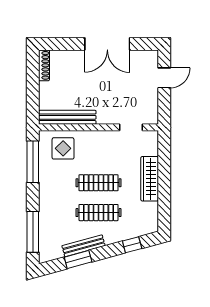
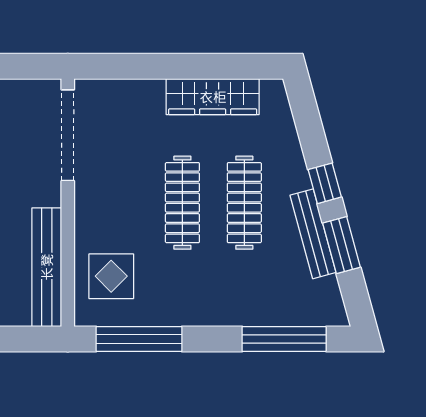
doorway: (131, 127) -> (68, 135), width x1.88
wardrobe: (150, 179) -> (213, 97), moved
window: (132, 245) -> (325, 183), moved

